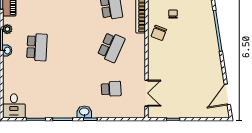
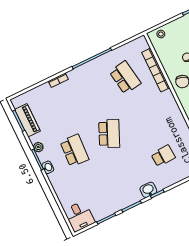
school desk: (111, 47) -> (109, 134), moved

